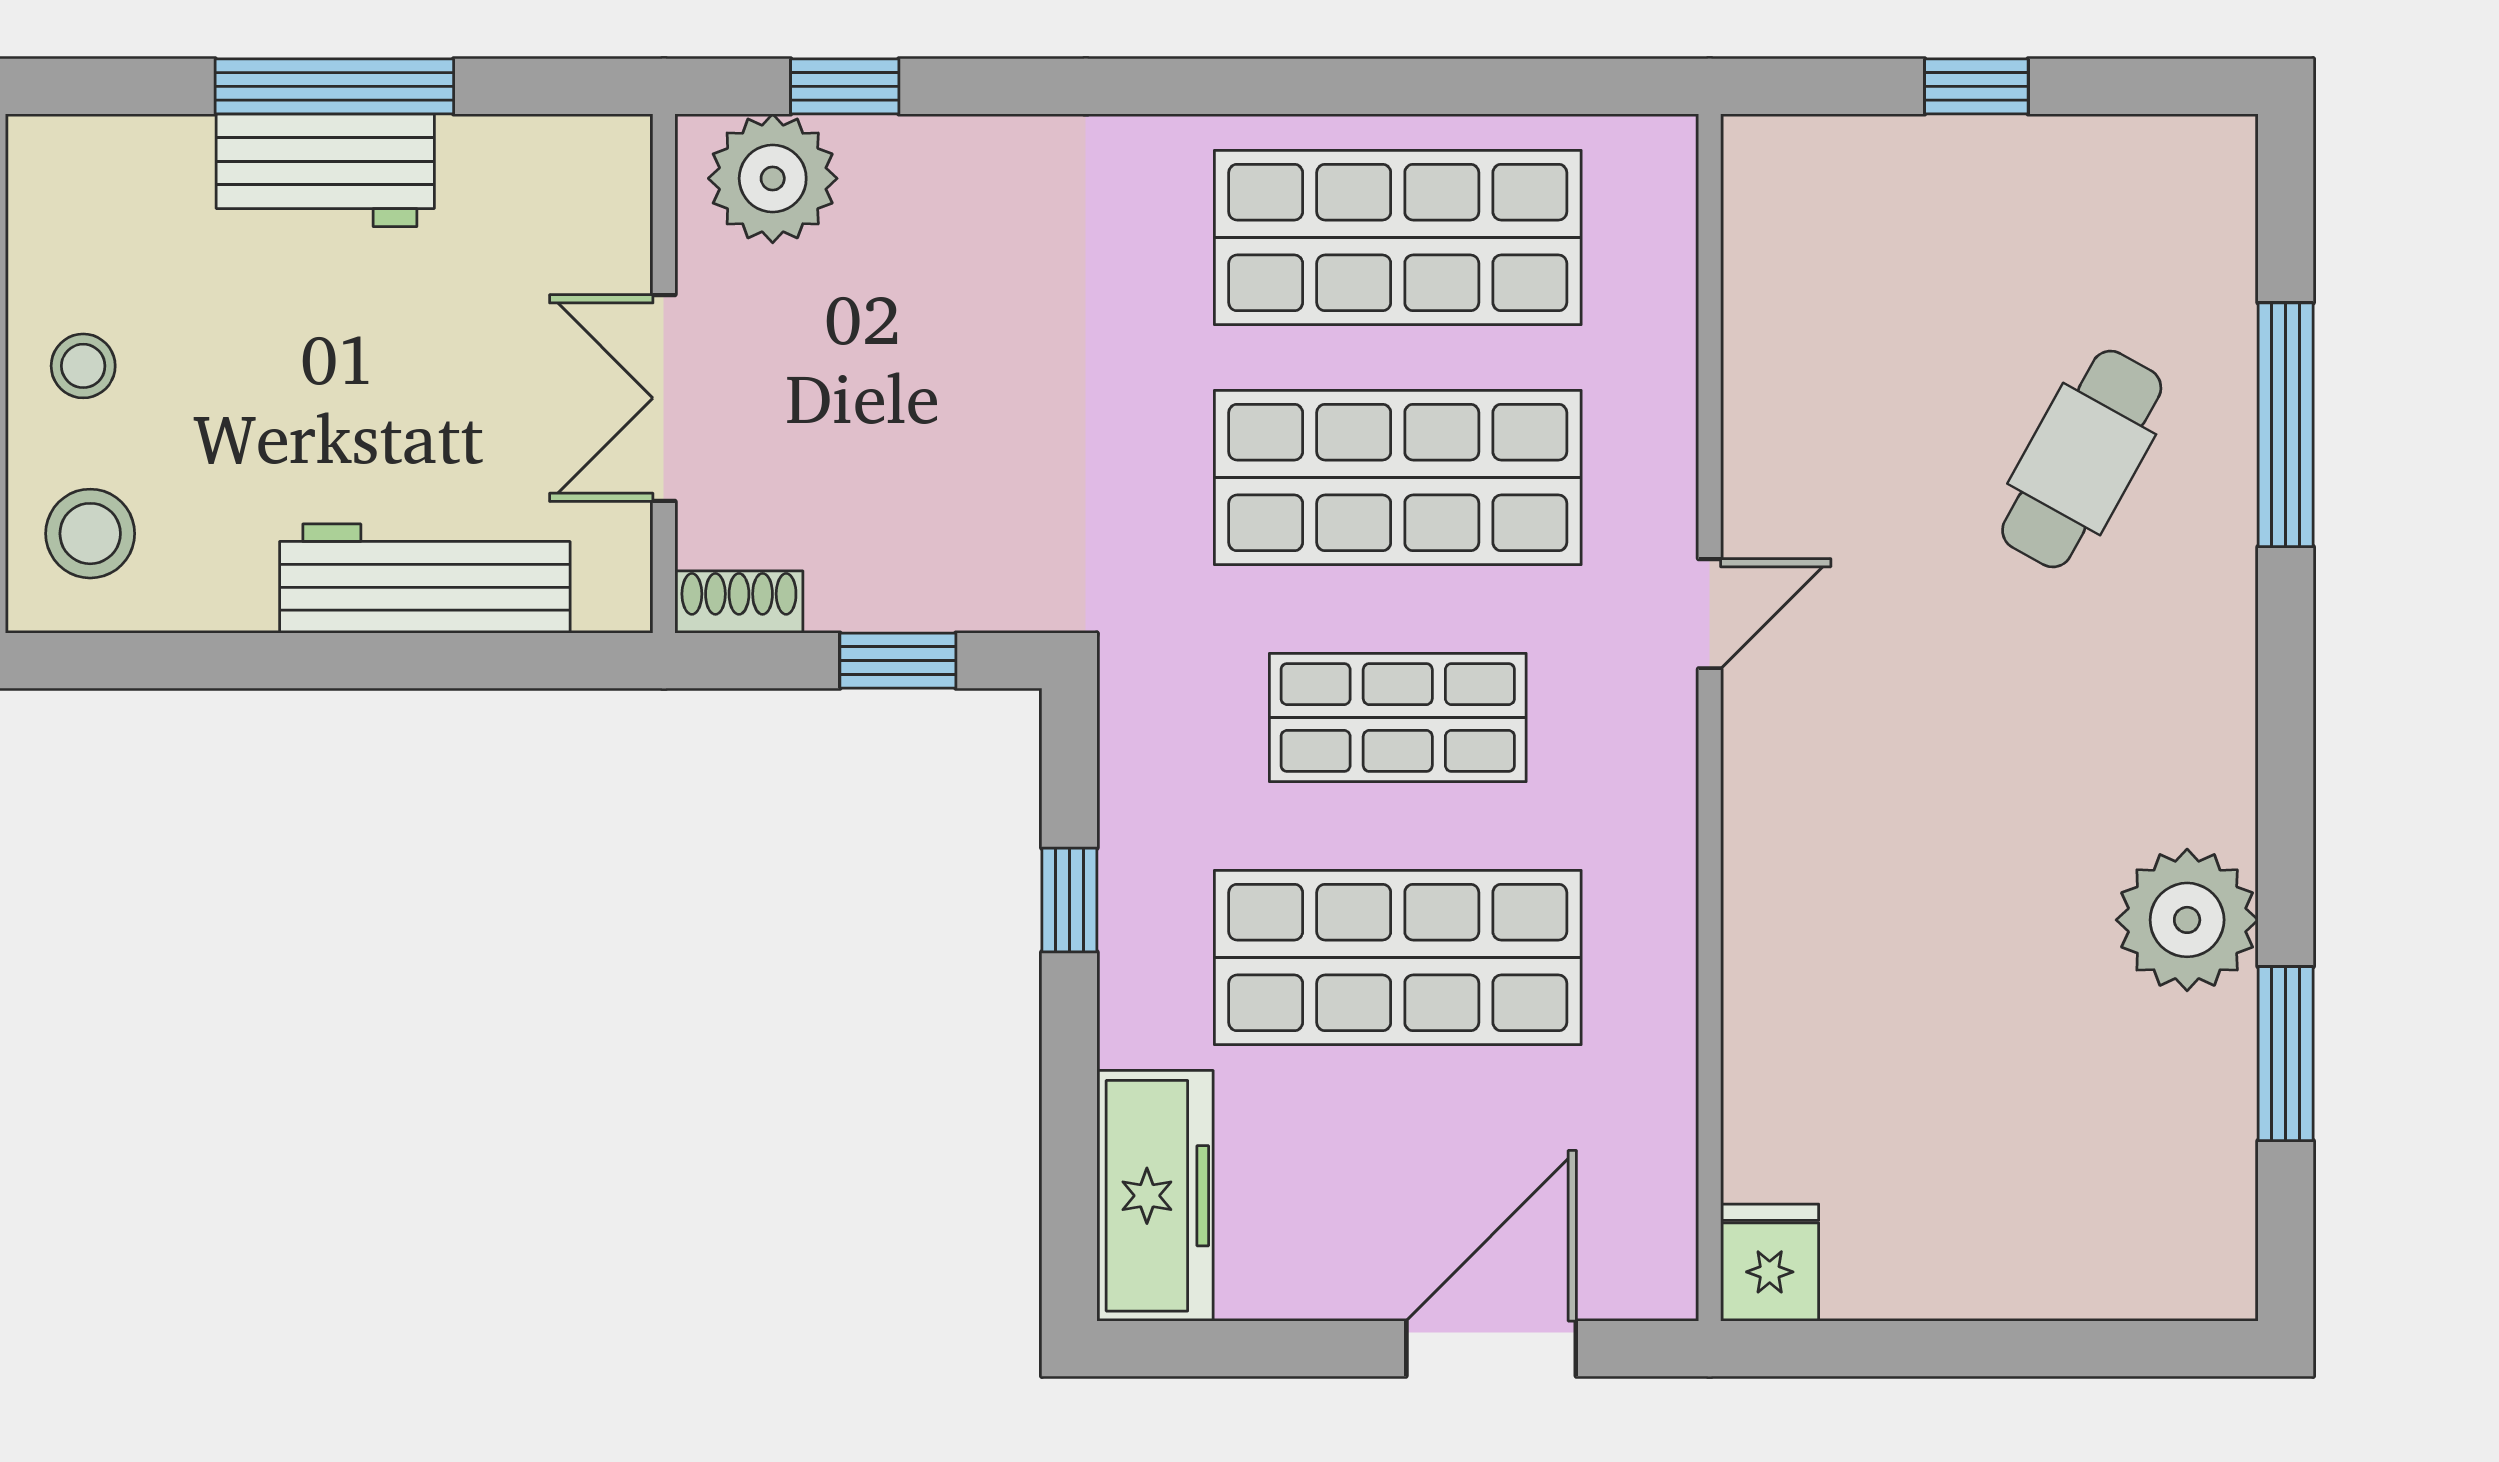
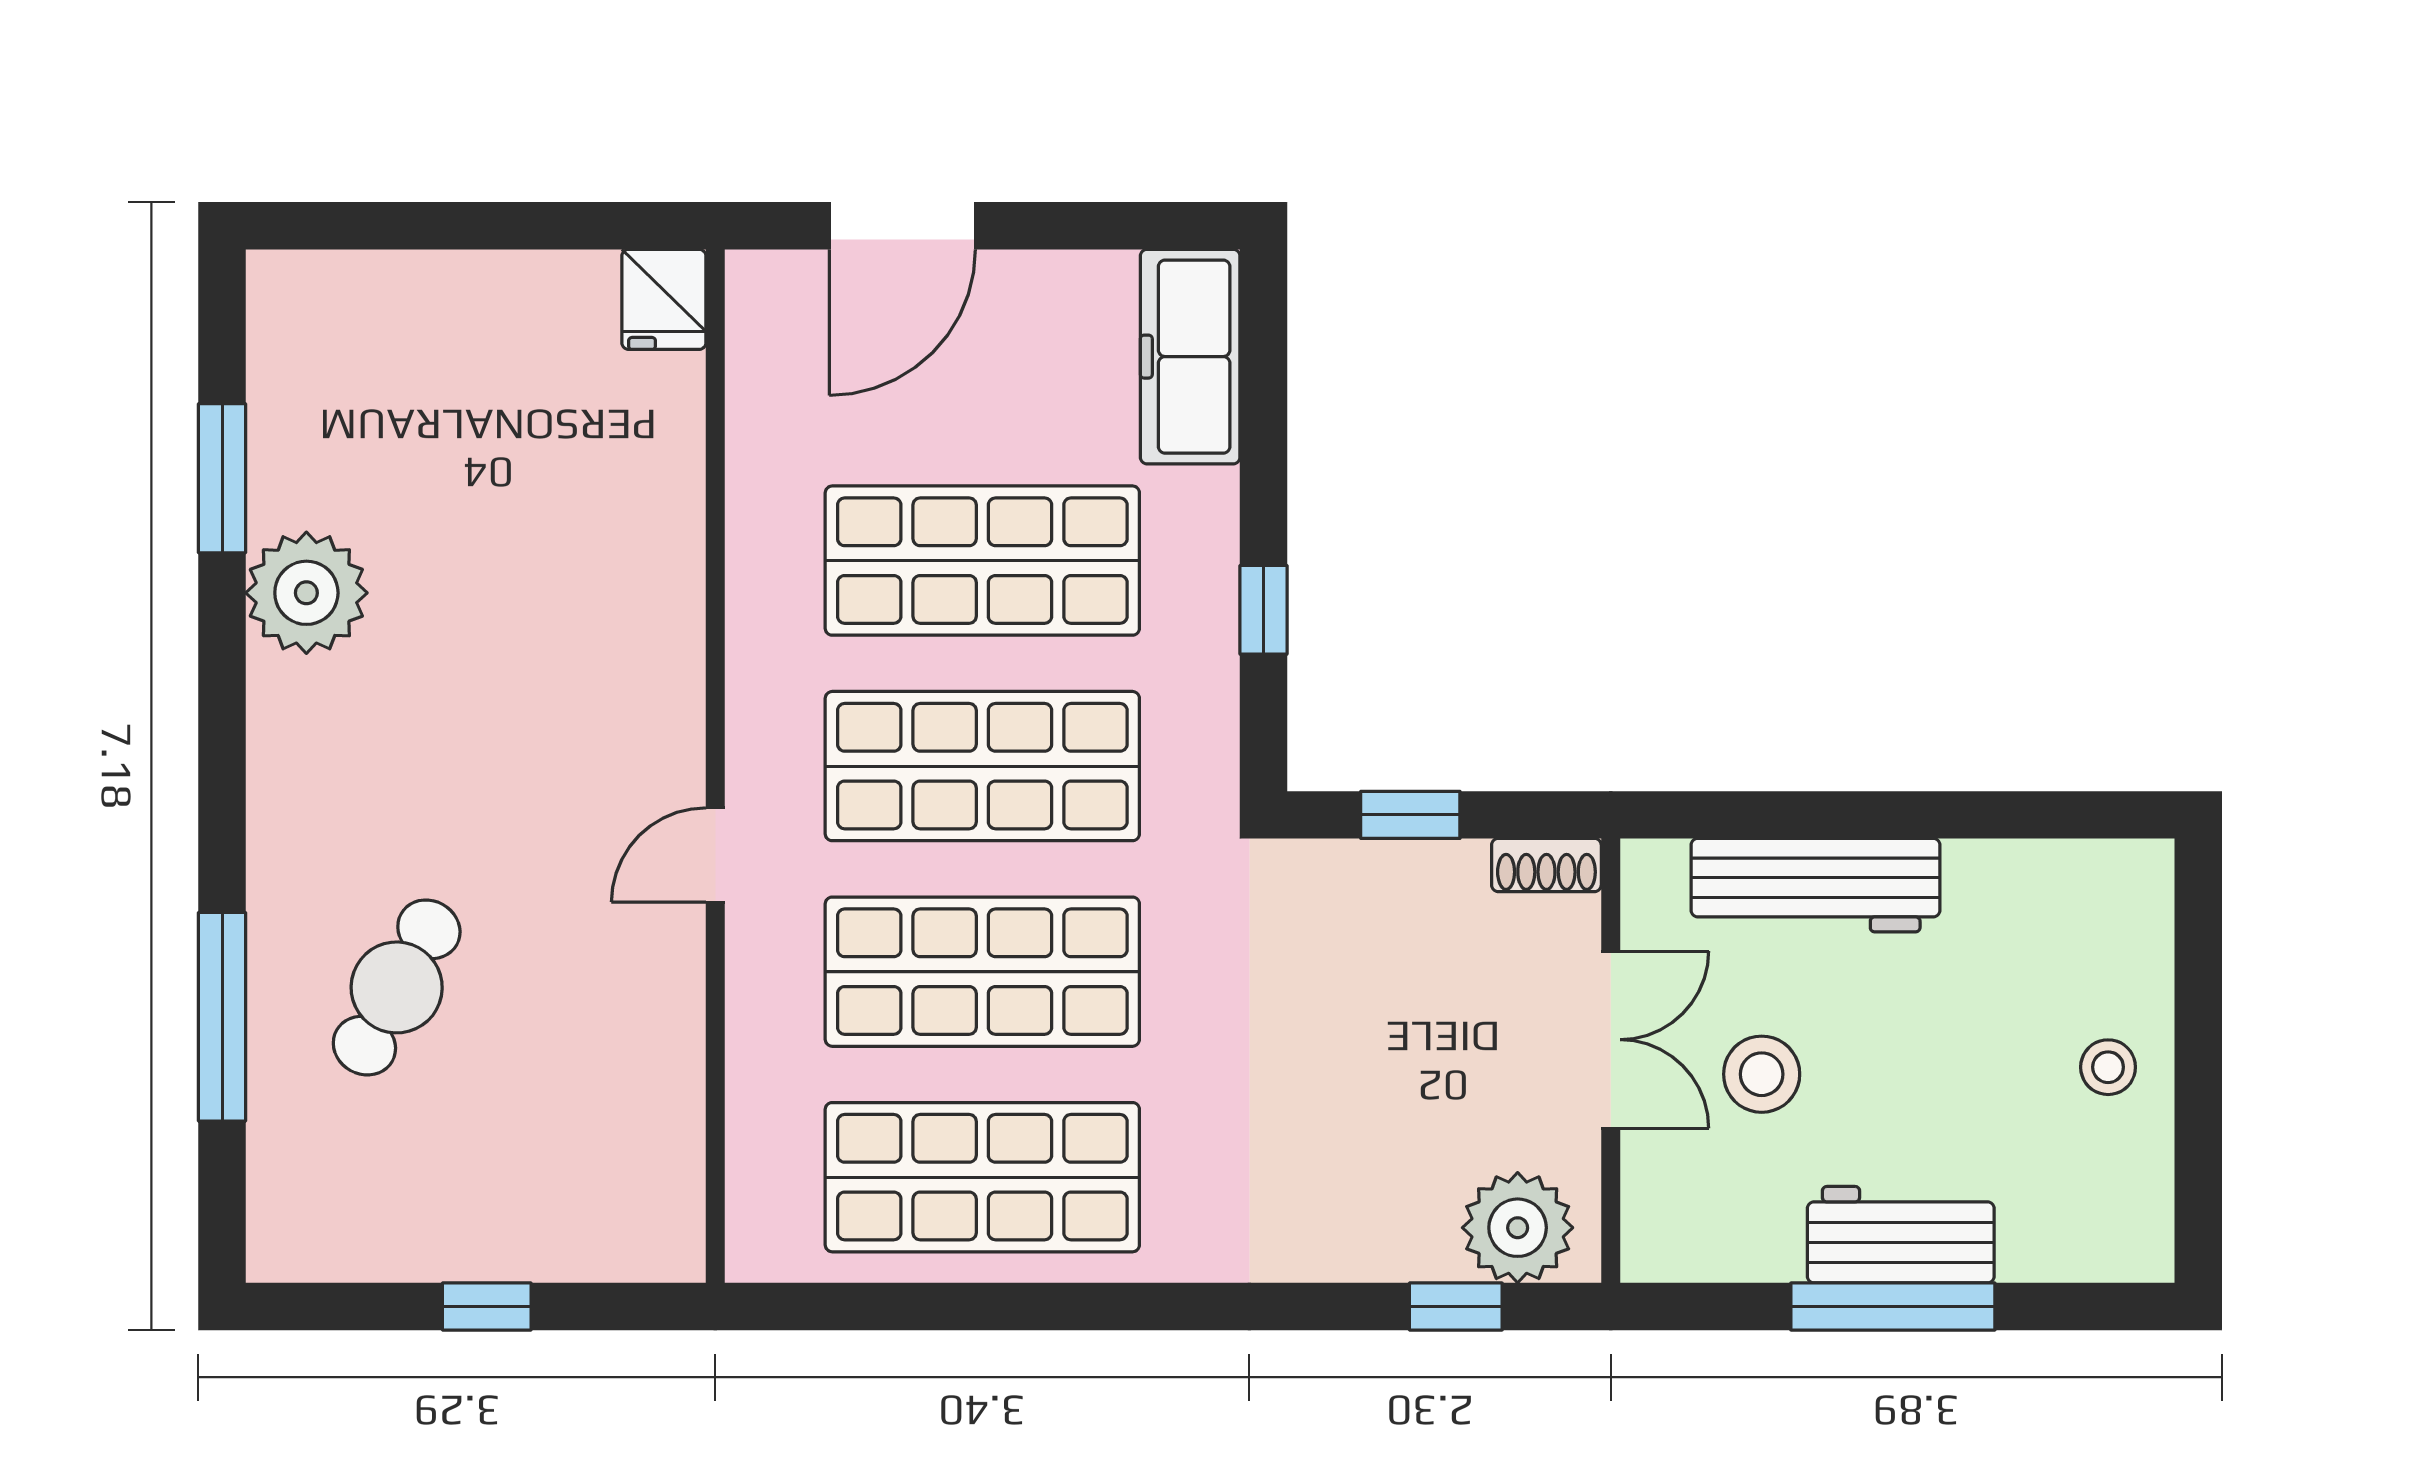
stool: (90, 534) -> (1762, 1074), moved
shop shelf: (1398, 717) -> (982, 766), width x1.43, depth x1.36

